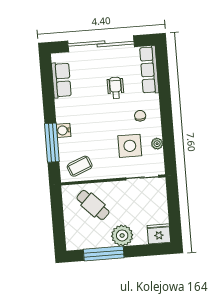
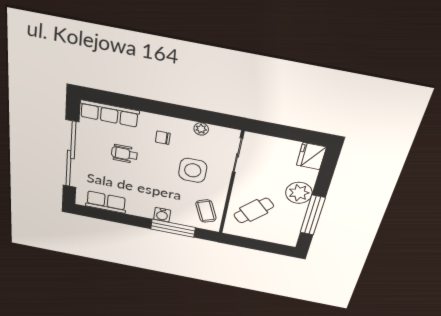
side table: (130, 146) -> (193, 170), moved

